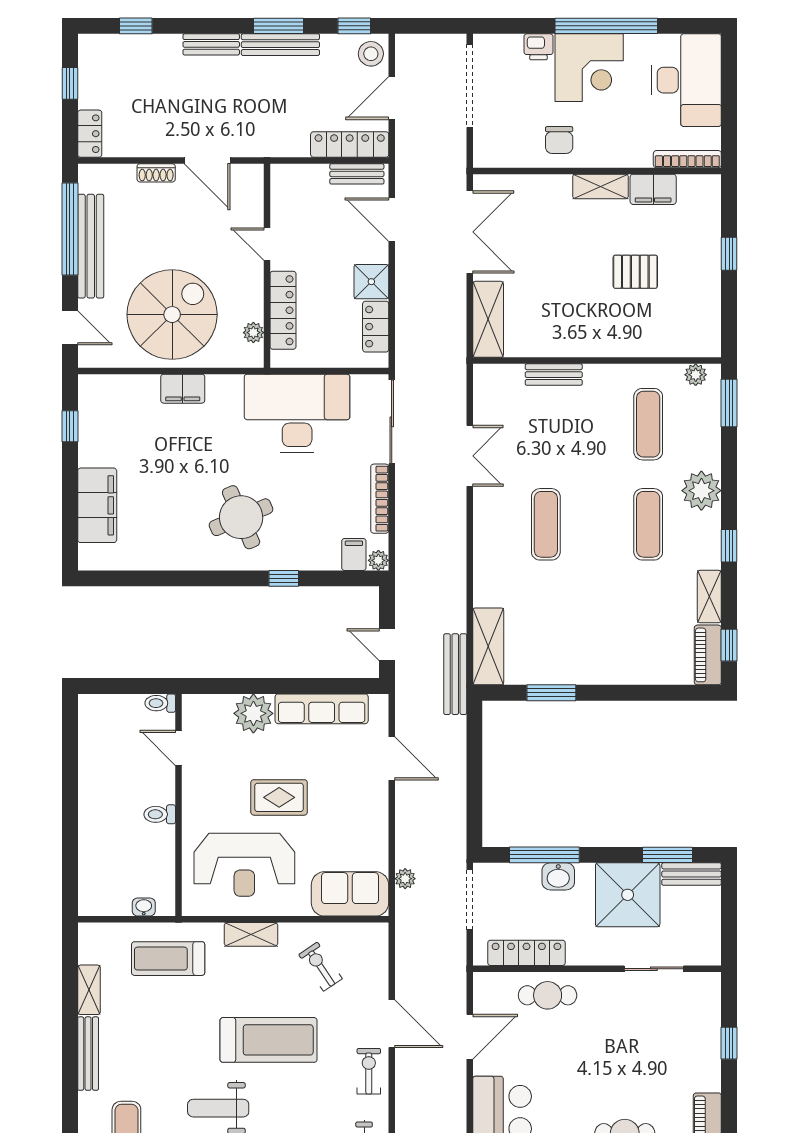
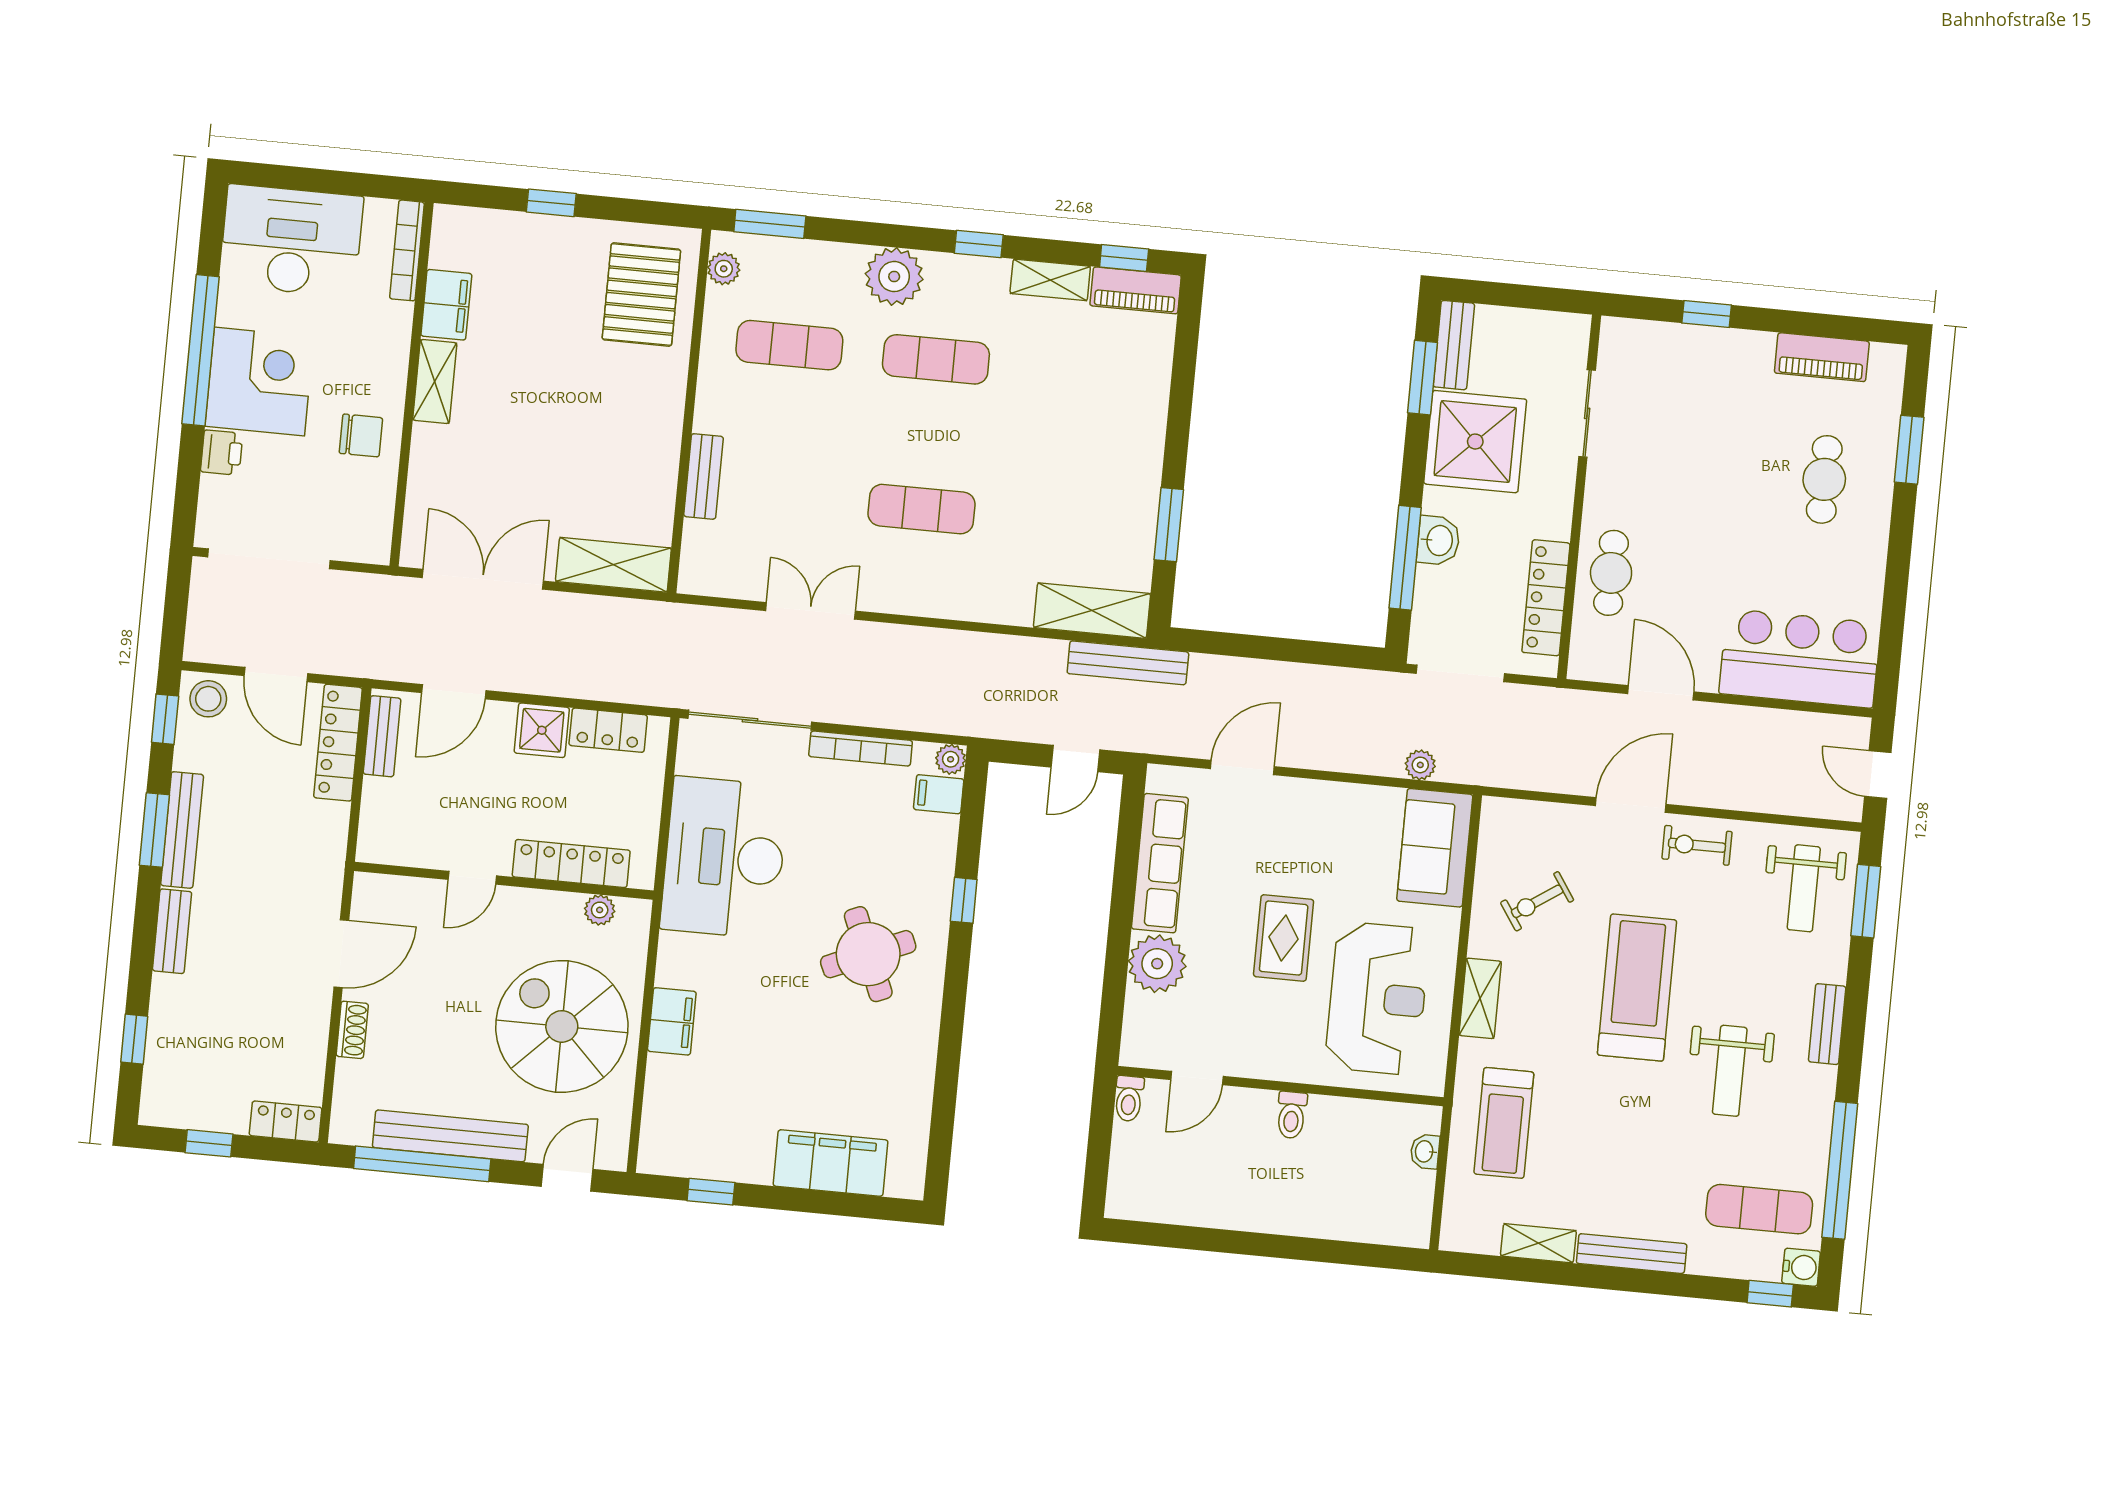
pallet: (635, 272) -> (641, 295), moved, width x1.50, depth x1.42

